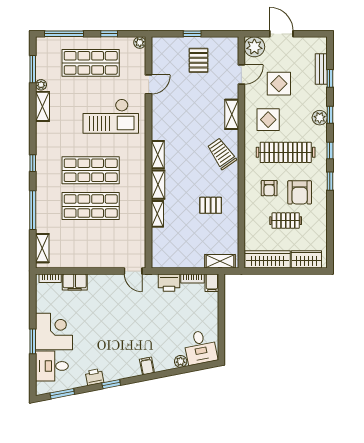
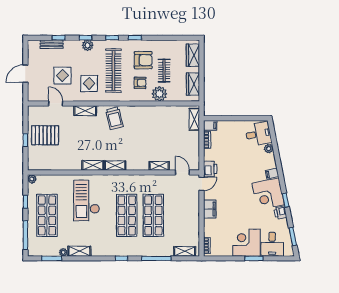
plant: (254, 47) -> (159, 94), moved
pallet: (199, 60) -> (45, 135), width x1.50, depth x1.42
door: (149, 84) -> (182, 172), moved
checkout: (111, 116) -> (87, 201), turned 180
trolley: (222, 154) -> (114, 118), turned -69
shelving: (158, 185) -> (93, 165), moved
pallet: (211, 205) -> (153, 126), removed
wardrobe: (268, 259) -> (193, 84), width x0.67
filing cabinet: (75, 282) -> (210, 209), moved
printer: (169, 283) -> (210, 169), moved
corner desk: (120, 361) -> (268, 194), added

